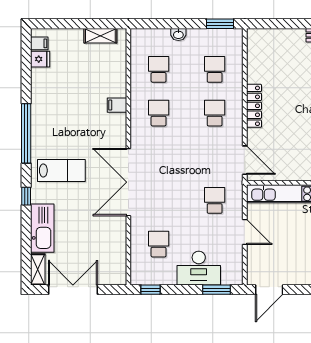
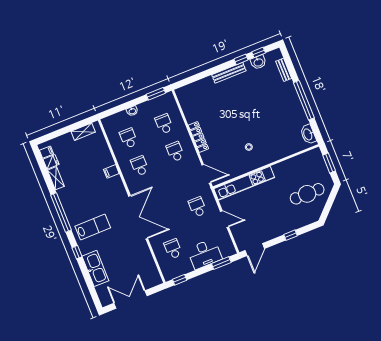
double door: (128, 182) -> (138, 217), swing flipped
shelving: (38, 269) -> (56, 178), moved

